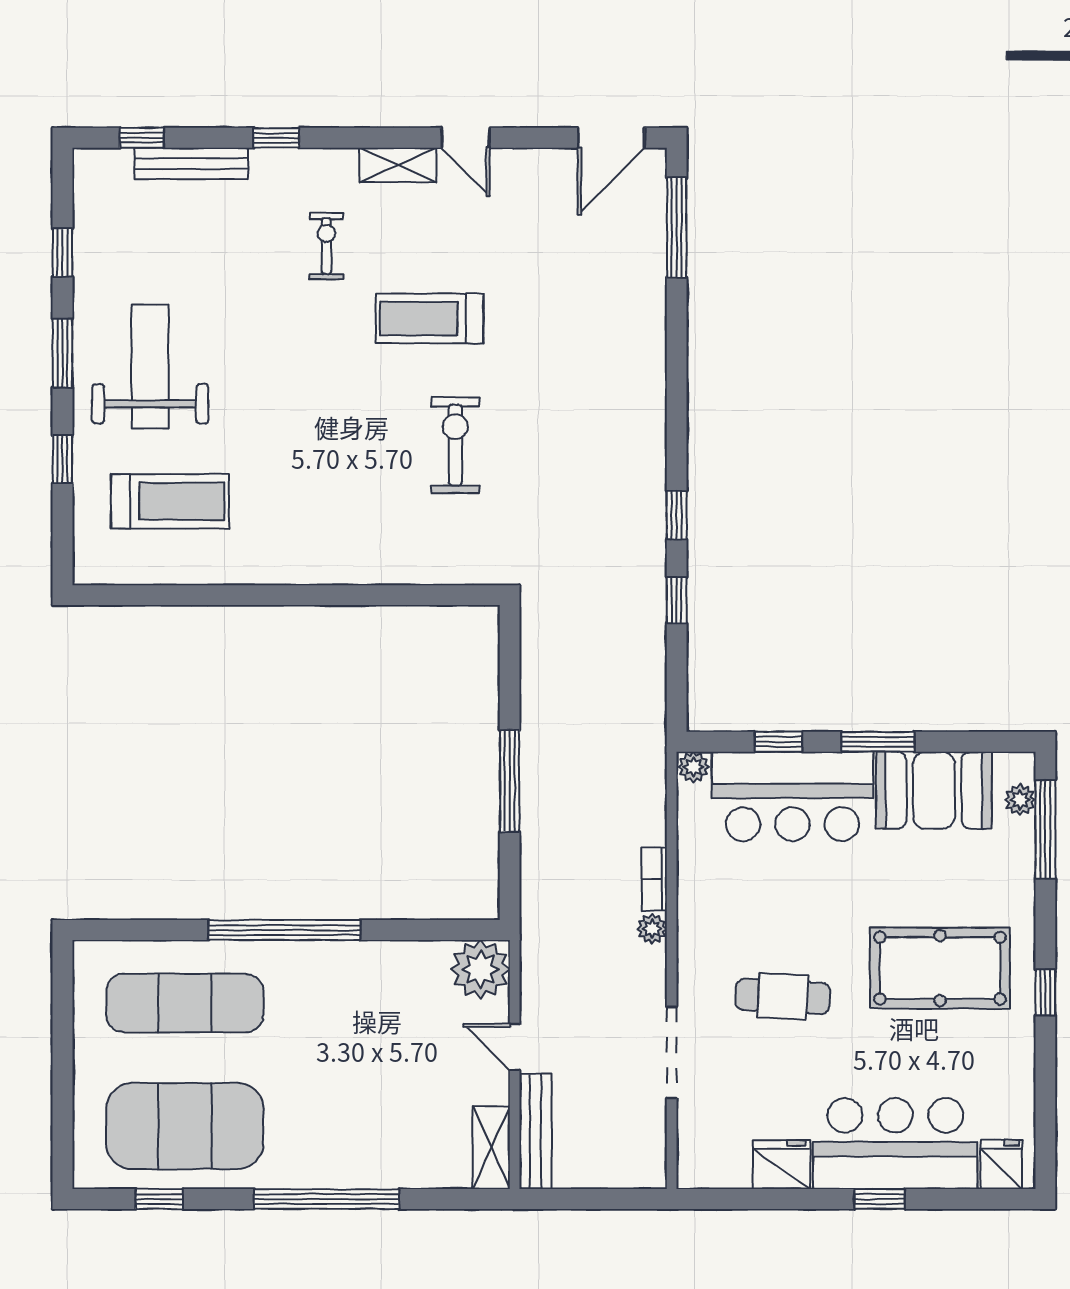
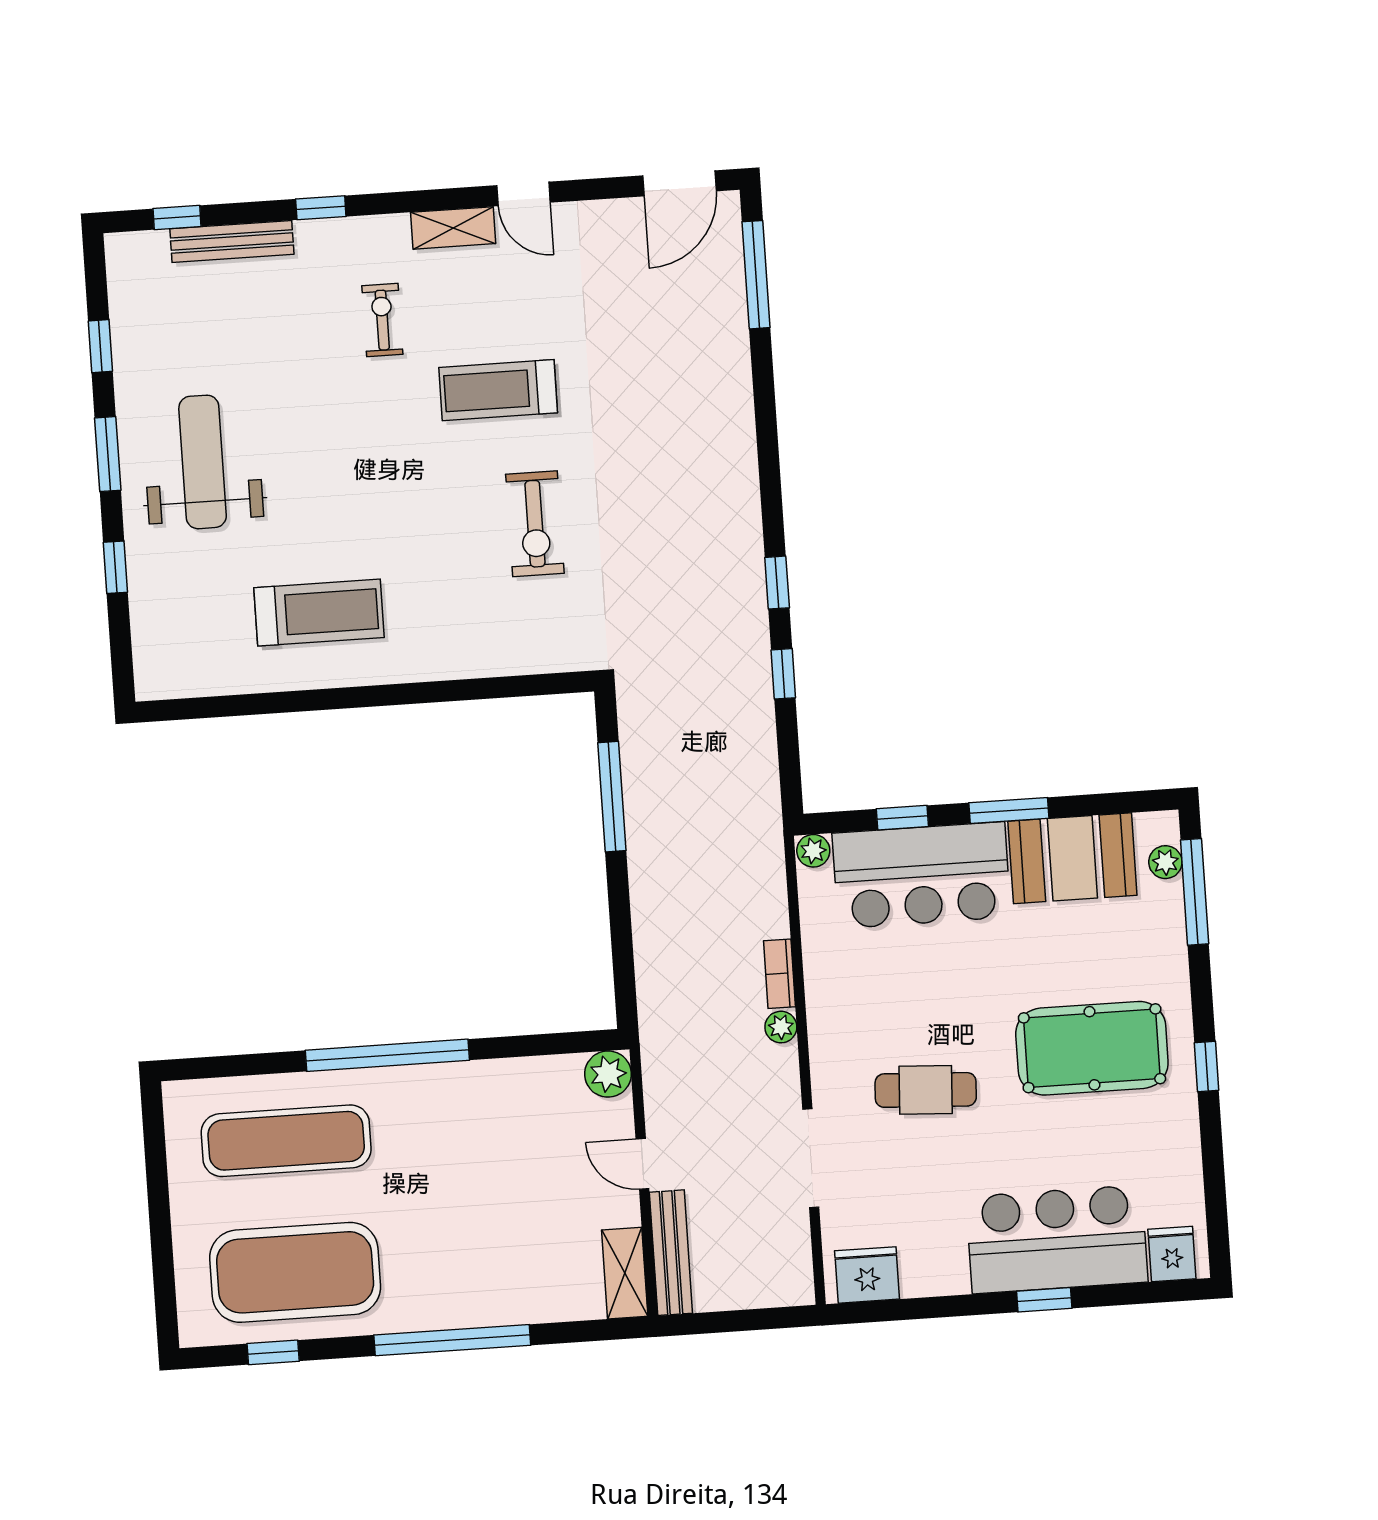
exercise bike: (455, 445) -> (535, 524), turned 180
treadmill: (170, 501) -> (319, 613), moved
window: (510, 781) -> (612, 797), moved
plant: (480, 969) -> (608, 1074), width x0.73, depth x0.73
fridge: (781, 1165) -> (867, 1275), moved

